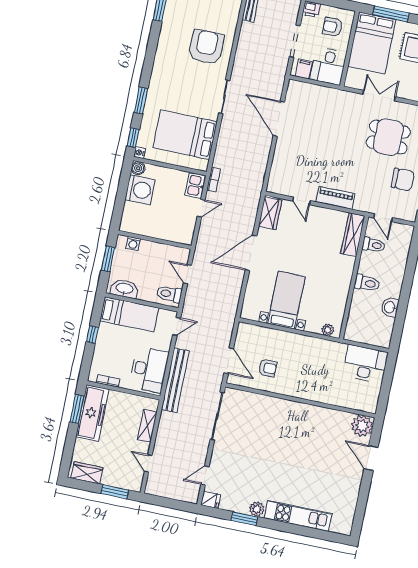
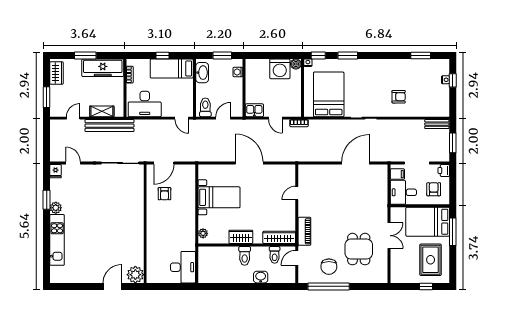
armchair: (206, 47) -> (399, 97), width x0.53, depth x0.53
kitchen sink: (195, 186) -> (254, 110), moved
piano: (336, 198) -> (304, 231), moved
wardrobe: (270, 213) -> (241, 237), moved, turned 180
washbasin: (390, 307) -> (261, 277), moved
bed: (129, 314) -> (172, 68), moved, turned 90
bench: (175, 380) -> (110, 126), moved
window: (77, 409) -> (85, 55), moved

